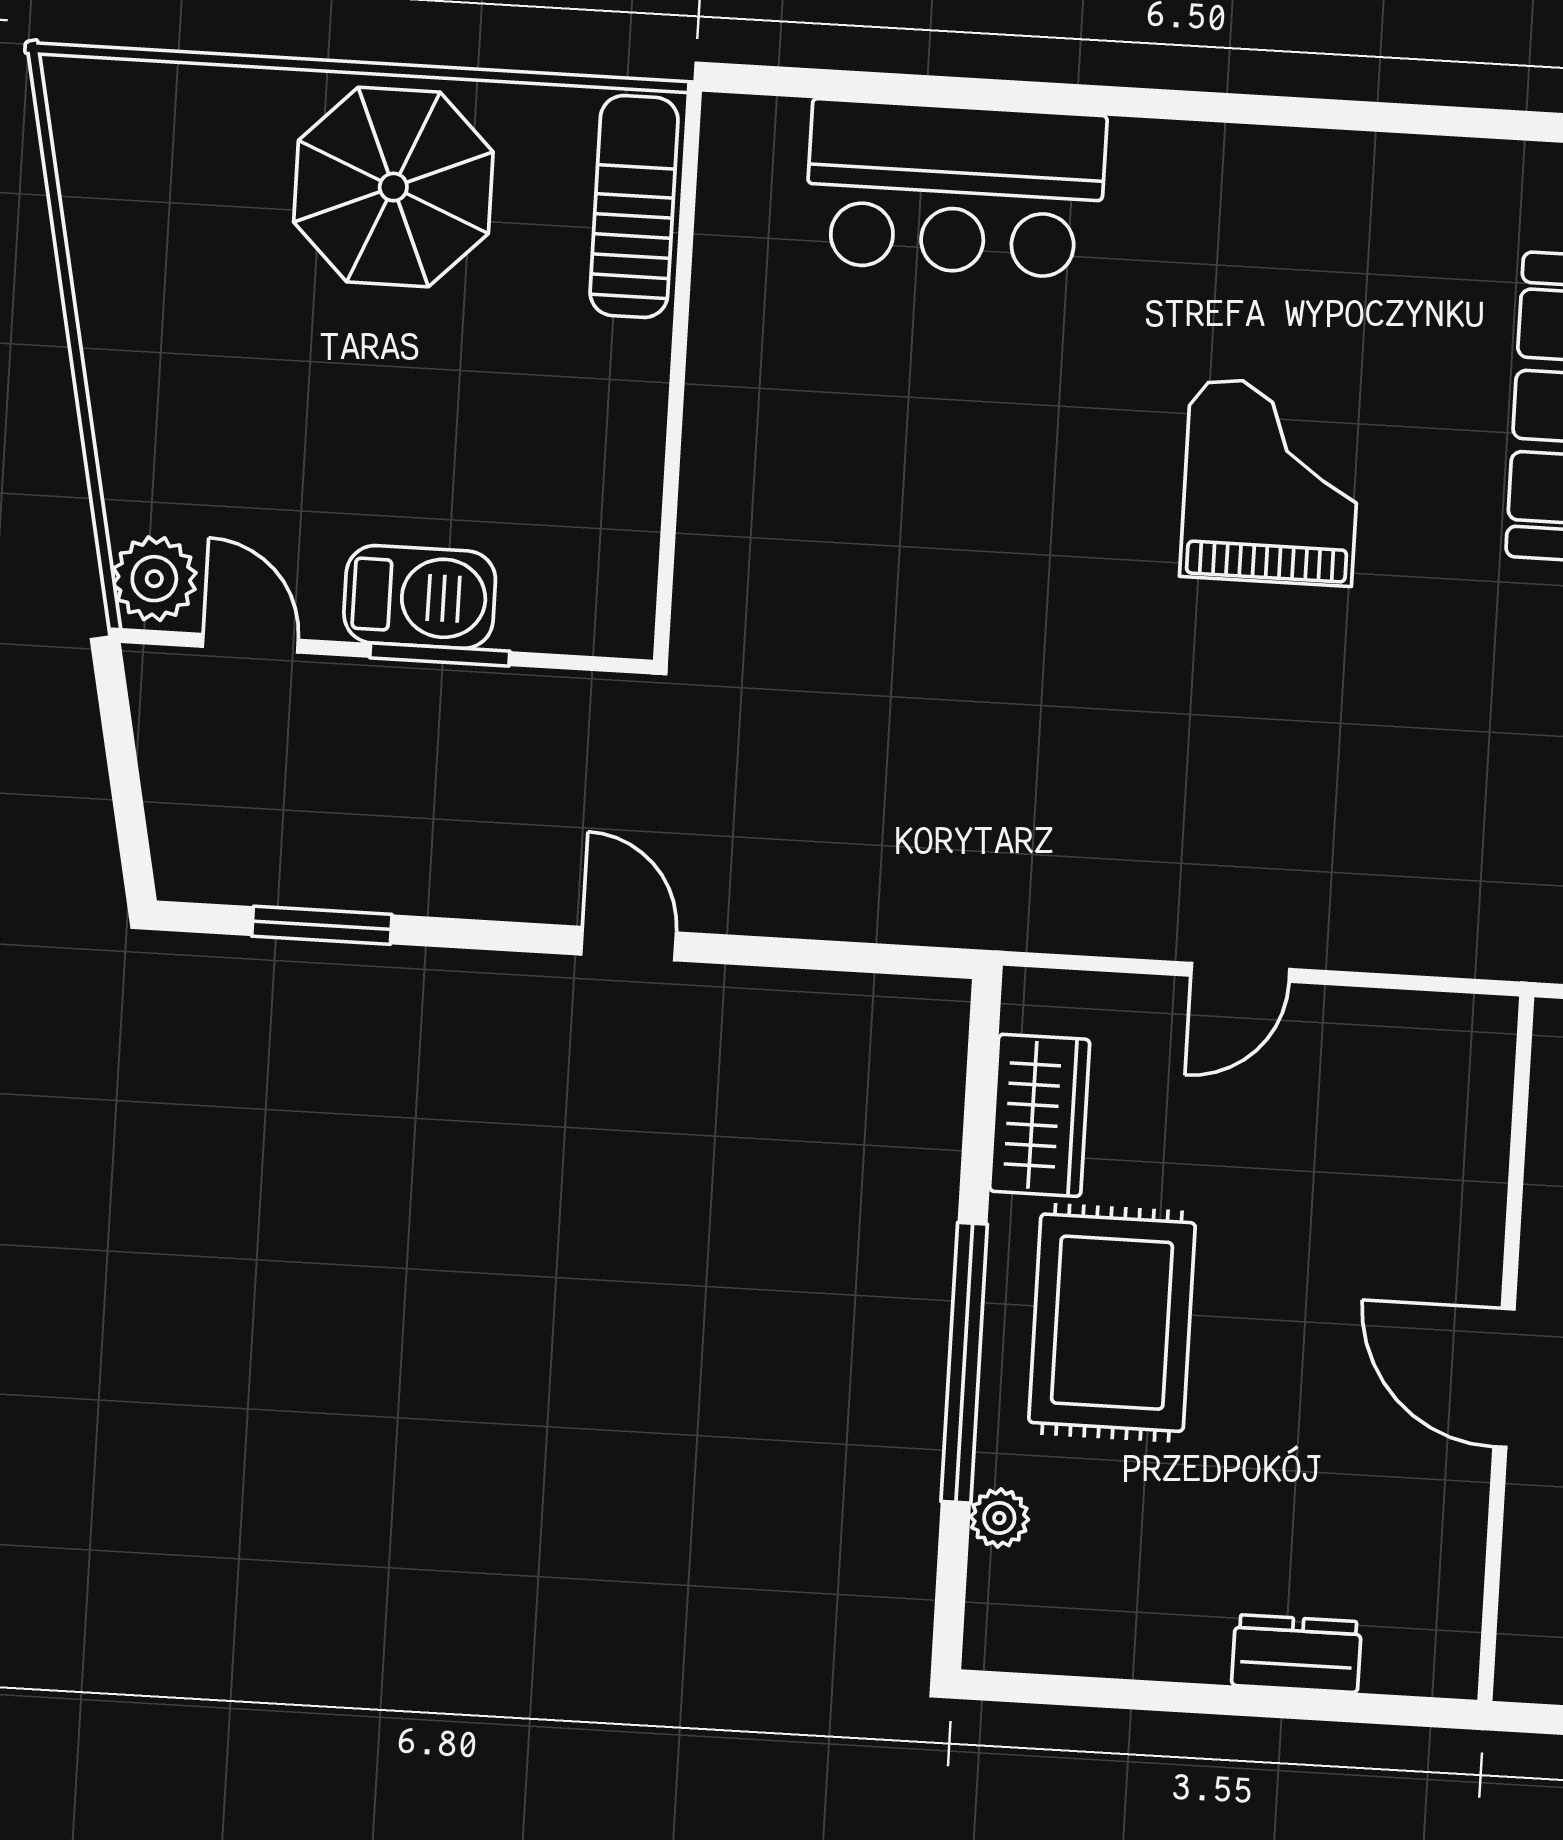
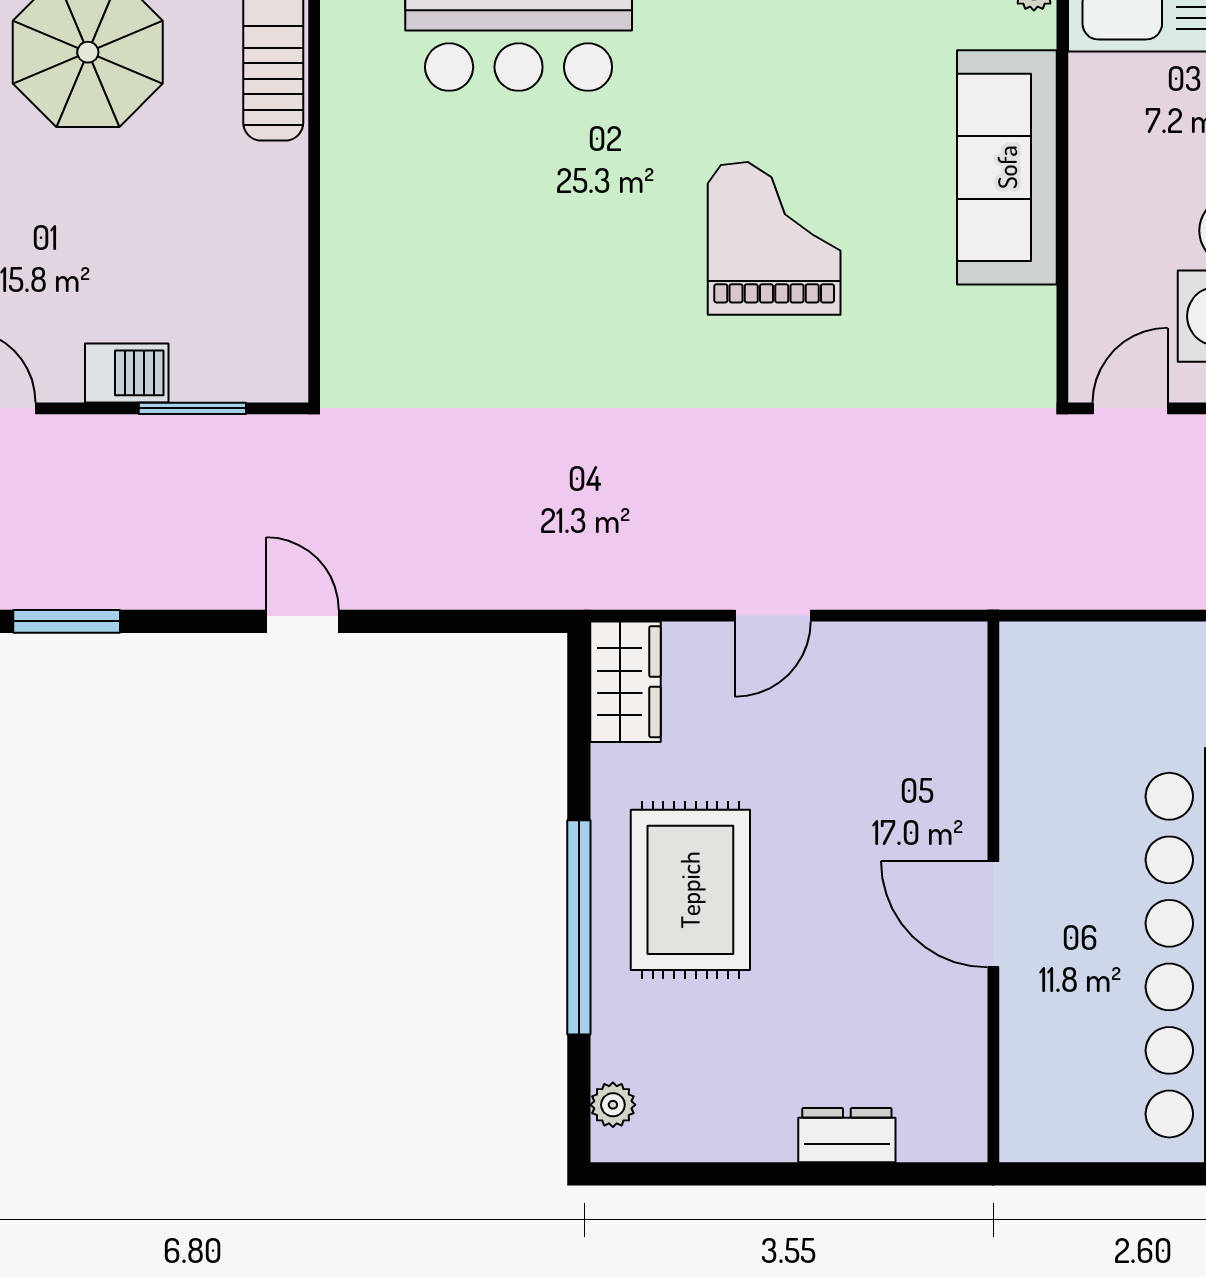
barbecue: (420, 597) -> (127, 373), width x0.73, depth x0.79
window: (440, 654) -> (192, 408), moved
wardrobe: (1040, 1115) -> (625, 682), moved
plant: (999, 1518) -> (613, 1105), moved

